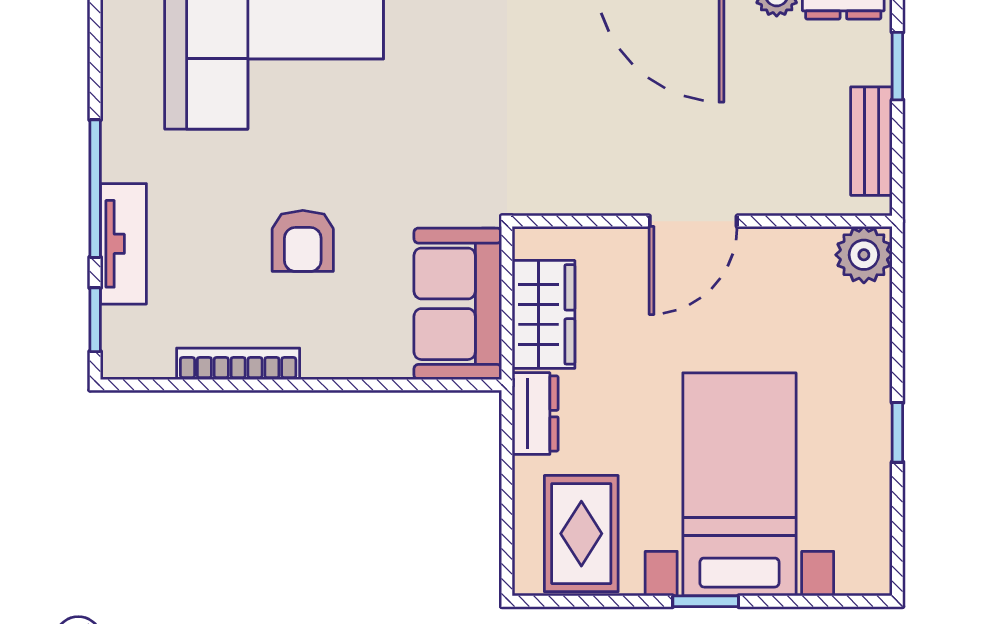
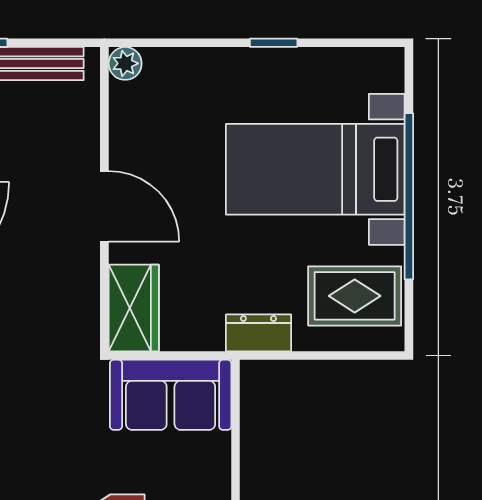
plant: (864, 255) -> (125, 63), width x0.73, depth x0.73
wardrobe: (543, 314) -> (134, 308), moved, turned 90
window: (706, 601) -> (409, 196), width x3.17

